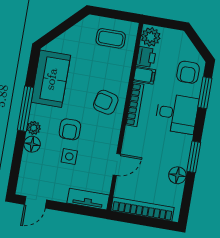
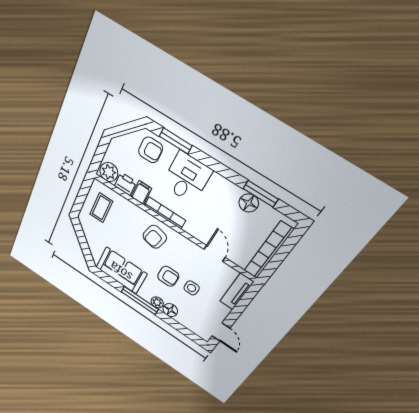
window: (194, 157) -> (261, 194), moved

